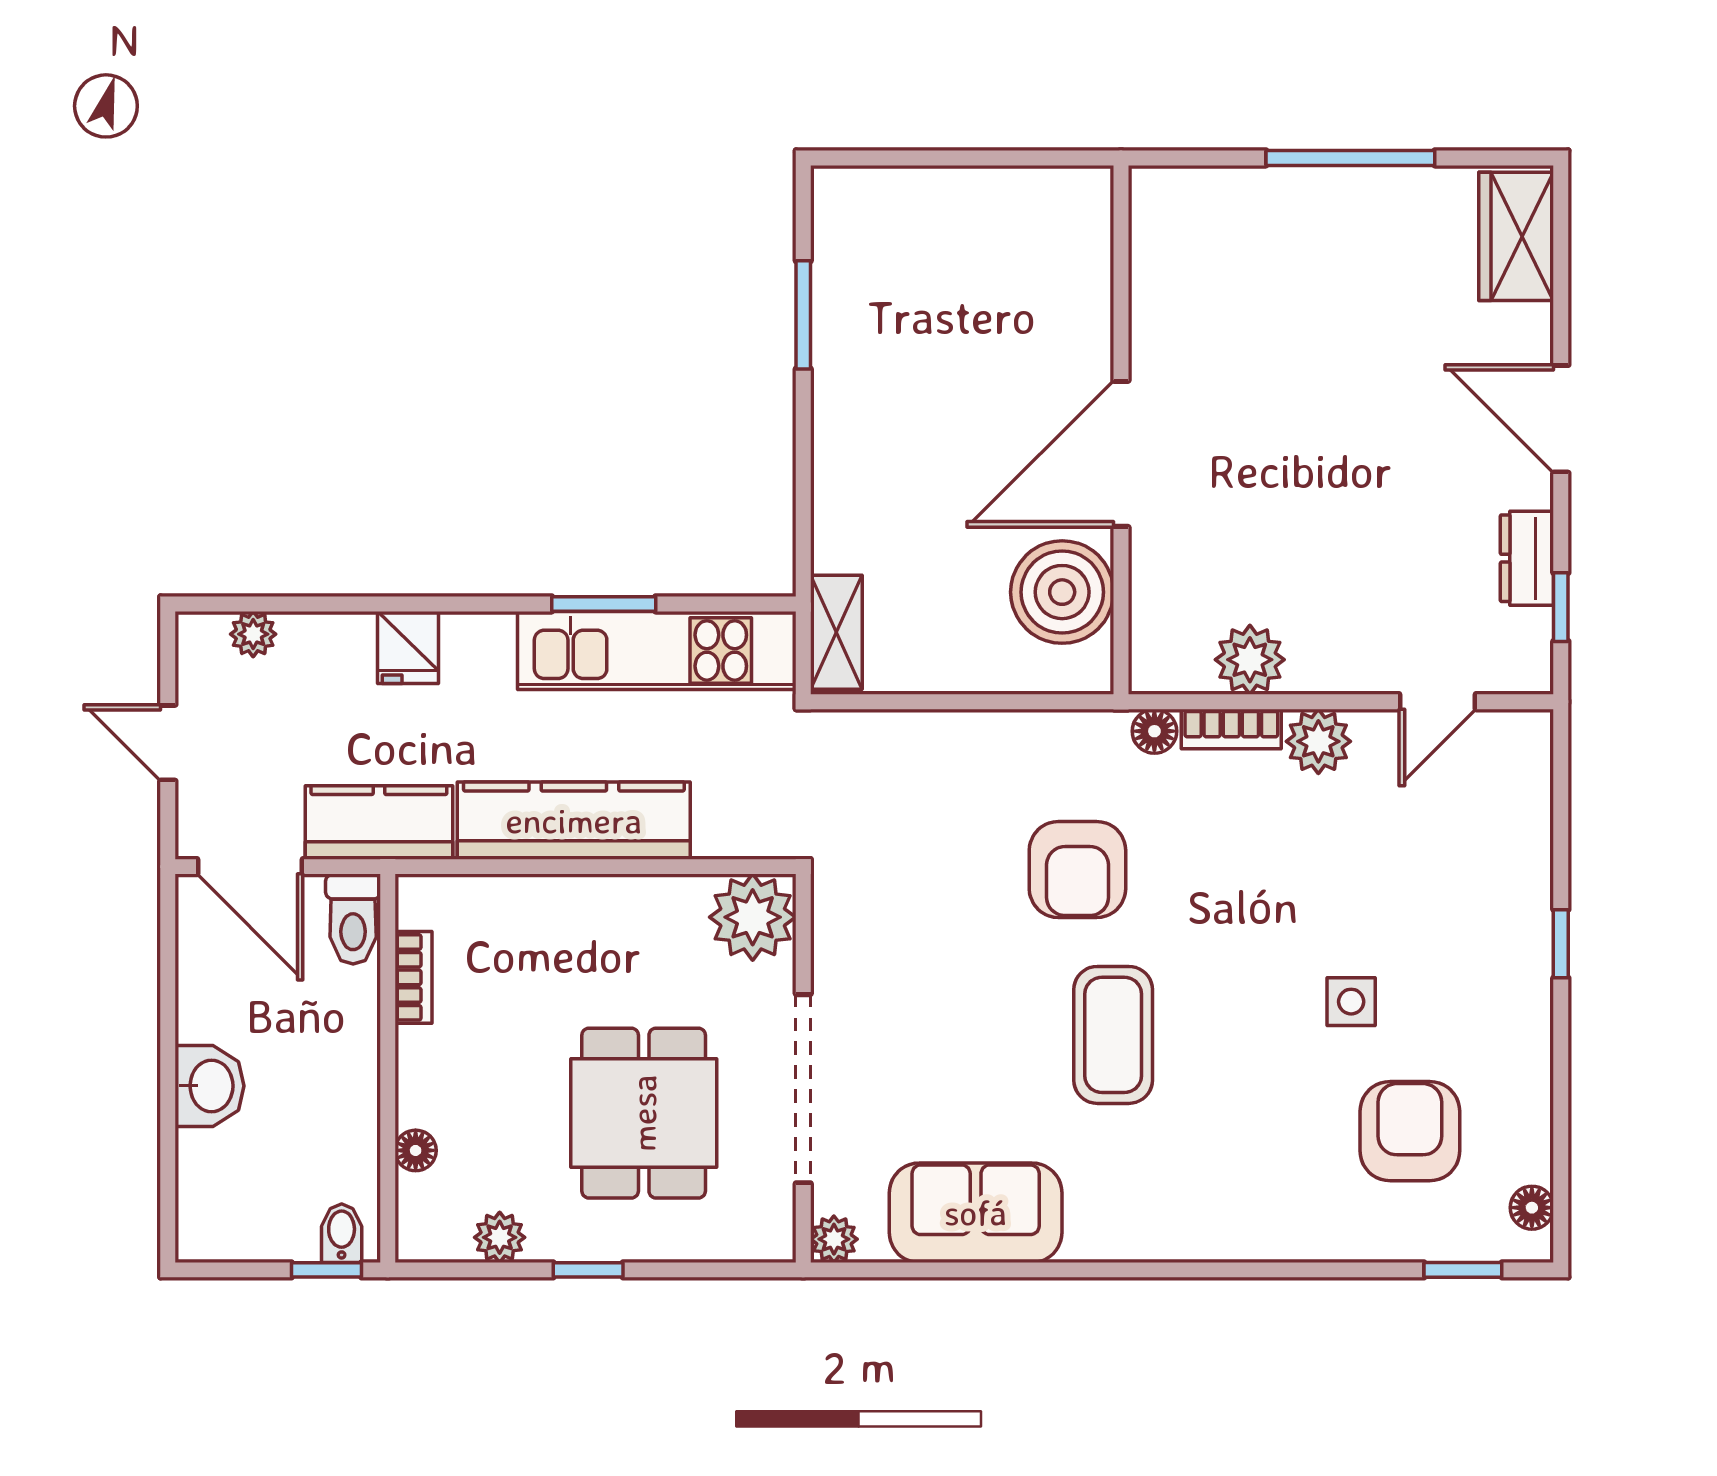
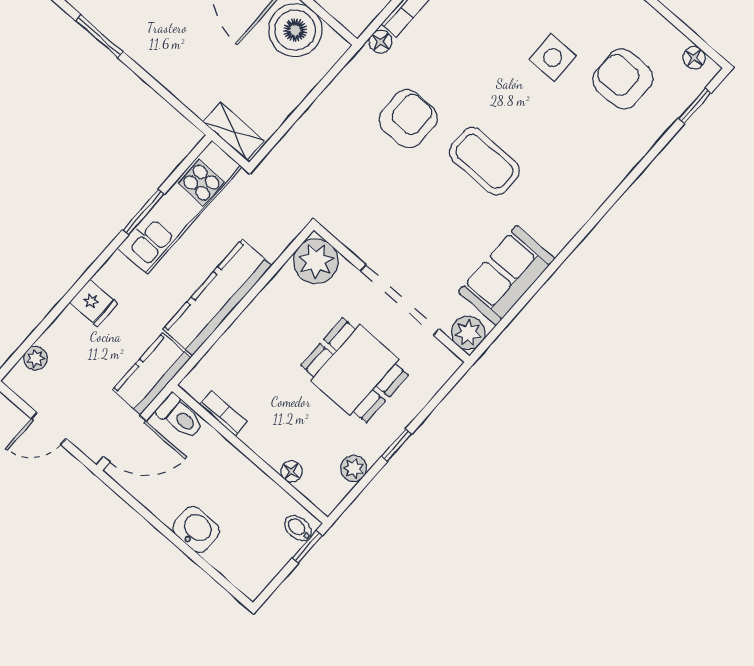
armchair: (1077, 870) -> (408, 119), turned -90
side table: (1351, 1002) -> (553, 58), width x1.37, depth x1.37
plant: (834, 1239) -> (468, 333), width x1.38, depth x1.38

